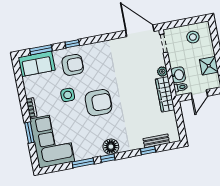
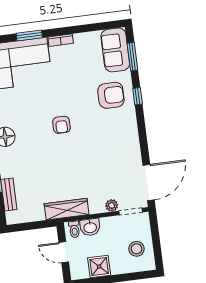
armchair: (73, 65) -> (111, 95), turned -90
plant: (162, 72) -> (112, 205), moved
side table: (68, 95) -> (74, 87), removed
armchair: (99, 103) -> (61, 125), width x0.53, depth x0.53

